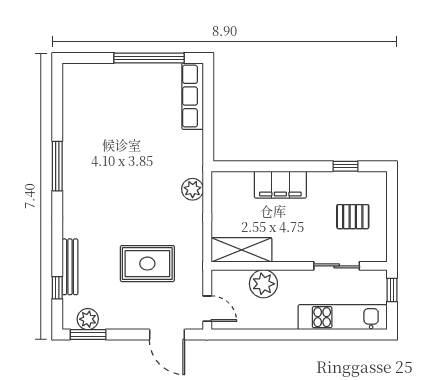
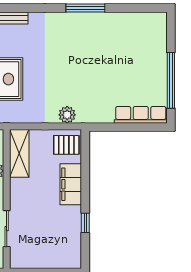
window: (345, 166) -> (85, 223), moved
pallet: (353, 217) -> (66, 145), moved, turned 90

